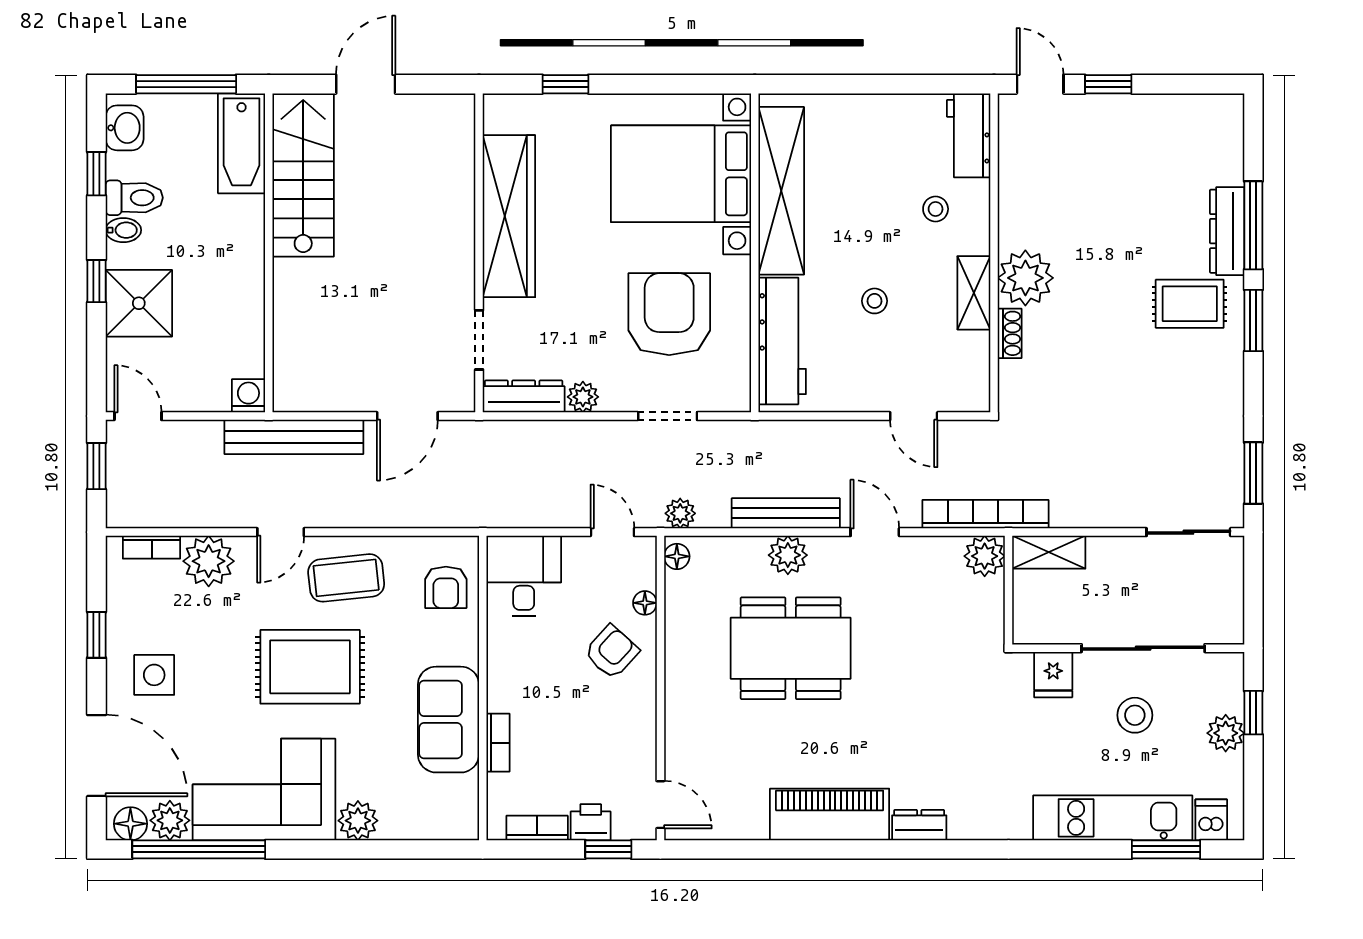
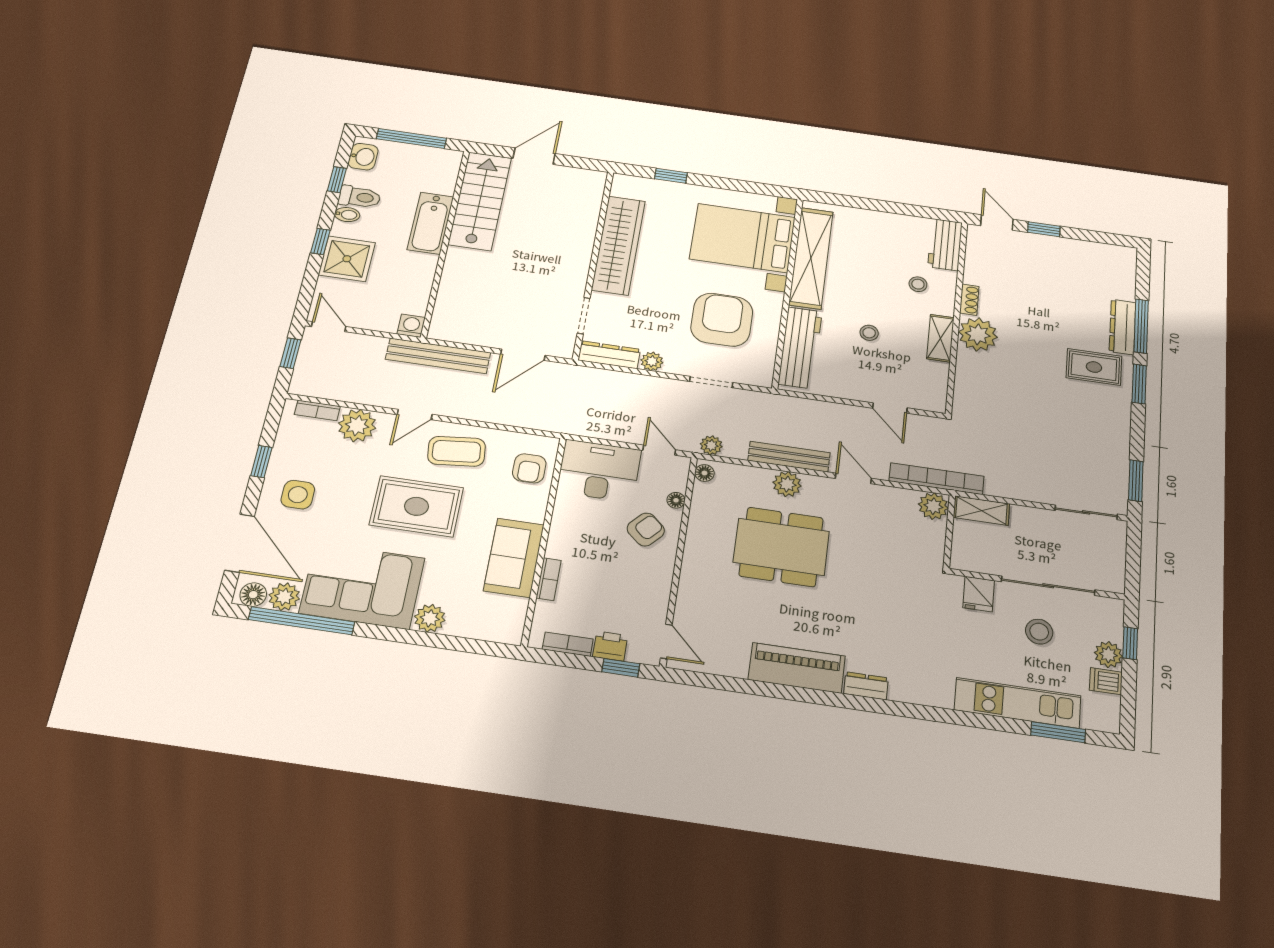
bathtub: (242, 143) -> (430, 223), moved
shoe rack: (1010, 333) -> (969, 300), moved
desk: (524, 576) -> (599, 471), width x1.37
dishwasher: (1211, 820) -> (1106, 681), moved, turned -90

